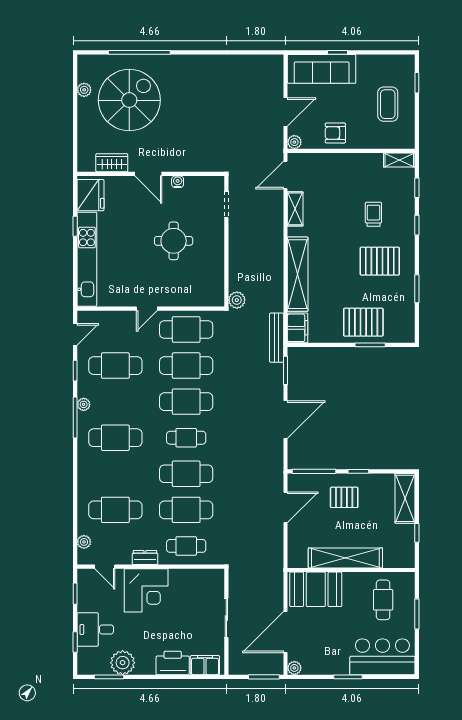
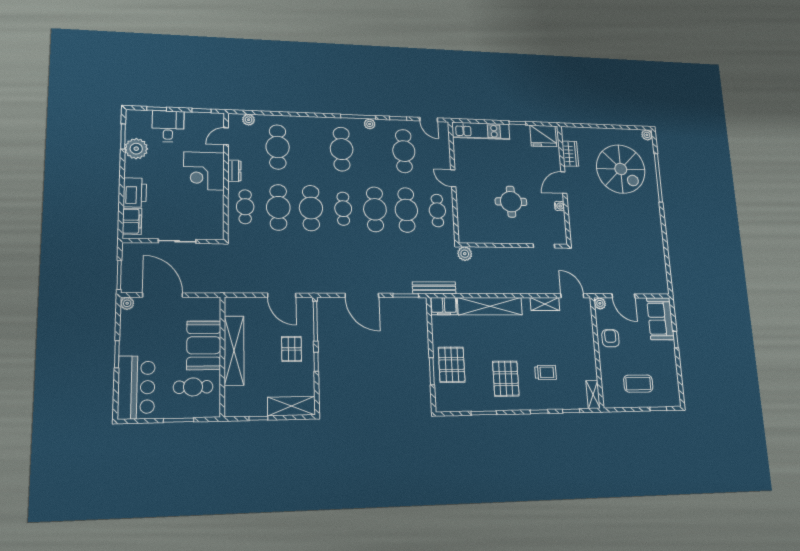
sofa: (322, 69) -> (660, 319), width x0.73
plant: (84, 90) -> (647, 135), moved
kitchen unit: (87, 259) -> (481, 131), width x0.73
cafe table: (186, 329) -> (437, 211), width x0.73, depth x0.74
booth: (316, 589) -> (204, 345), moved

